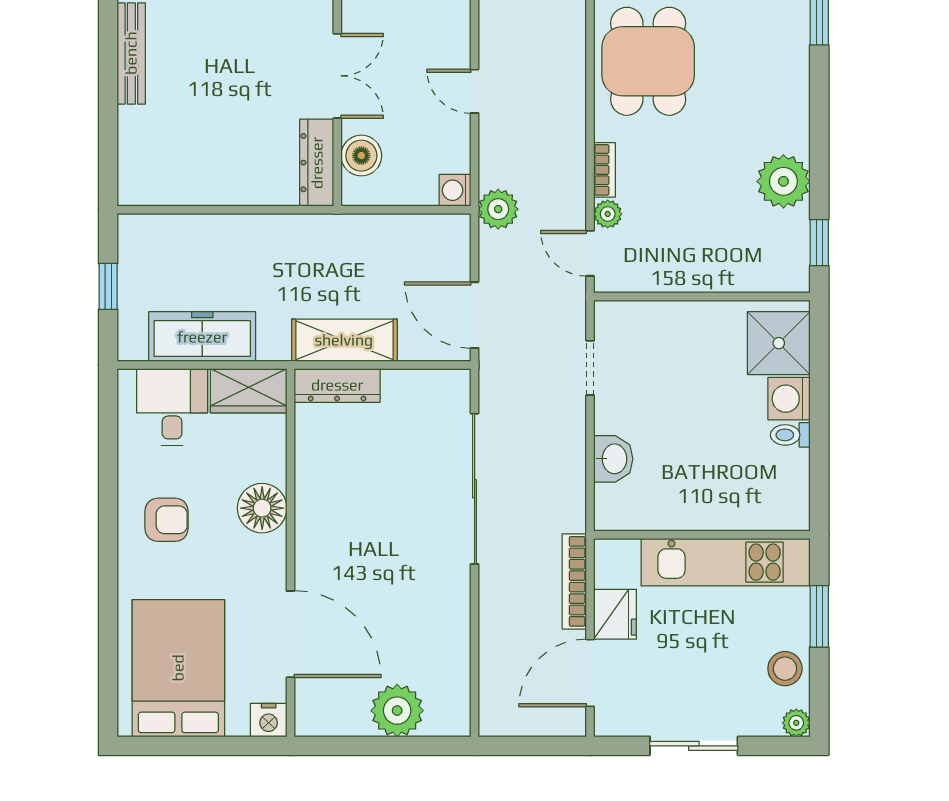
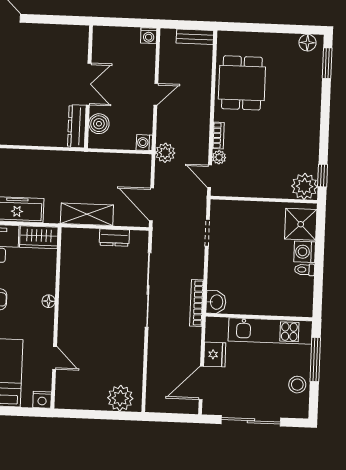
door: (475, 91) -> (156, 94), swing flipped
plant: (783, 181) -> (304, 186), moved
dresser: (337, 385) -> (114, 238), moved, width x0.70
washbasin: (613, 459) -> (216, 302), moved
floor lamp: (262, 508) -> (49, 301), width x0.53, depth x0.53
bookcase: (574, 581) -> (197, 303), moved
window: (819, 616) -> (315, 359), width x1.44
door: (290, 634) -> (55, 358), width x0.53
plant: (397, 711) -> (120, 398), moved
plant: (796, 723) -> (302, 411), removed
sliding door: (694, 746) -> (251, 421), width x1.37

